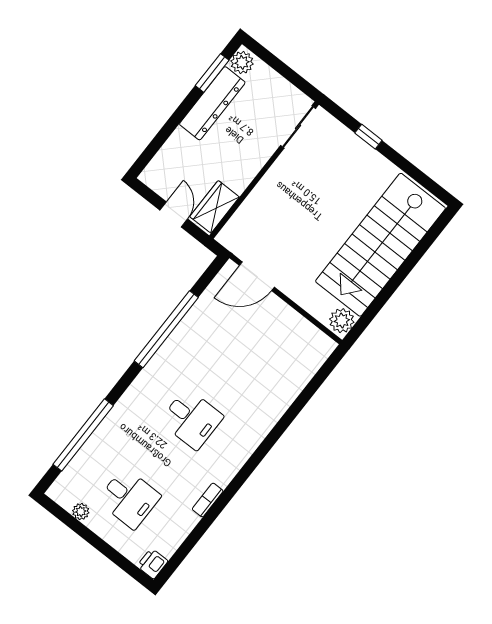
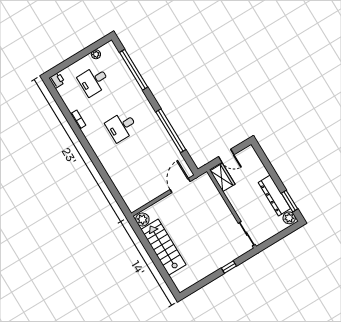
stairs: (380, 245) -> (163, 247), width x0.73, depth x0.66

